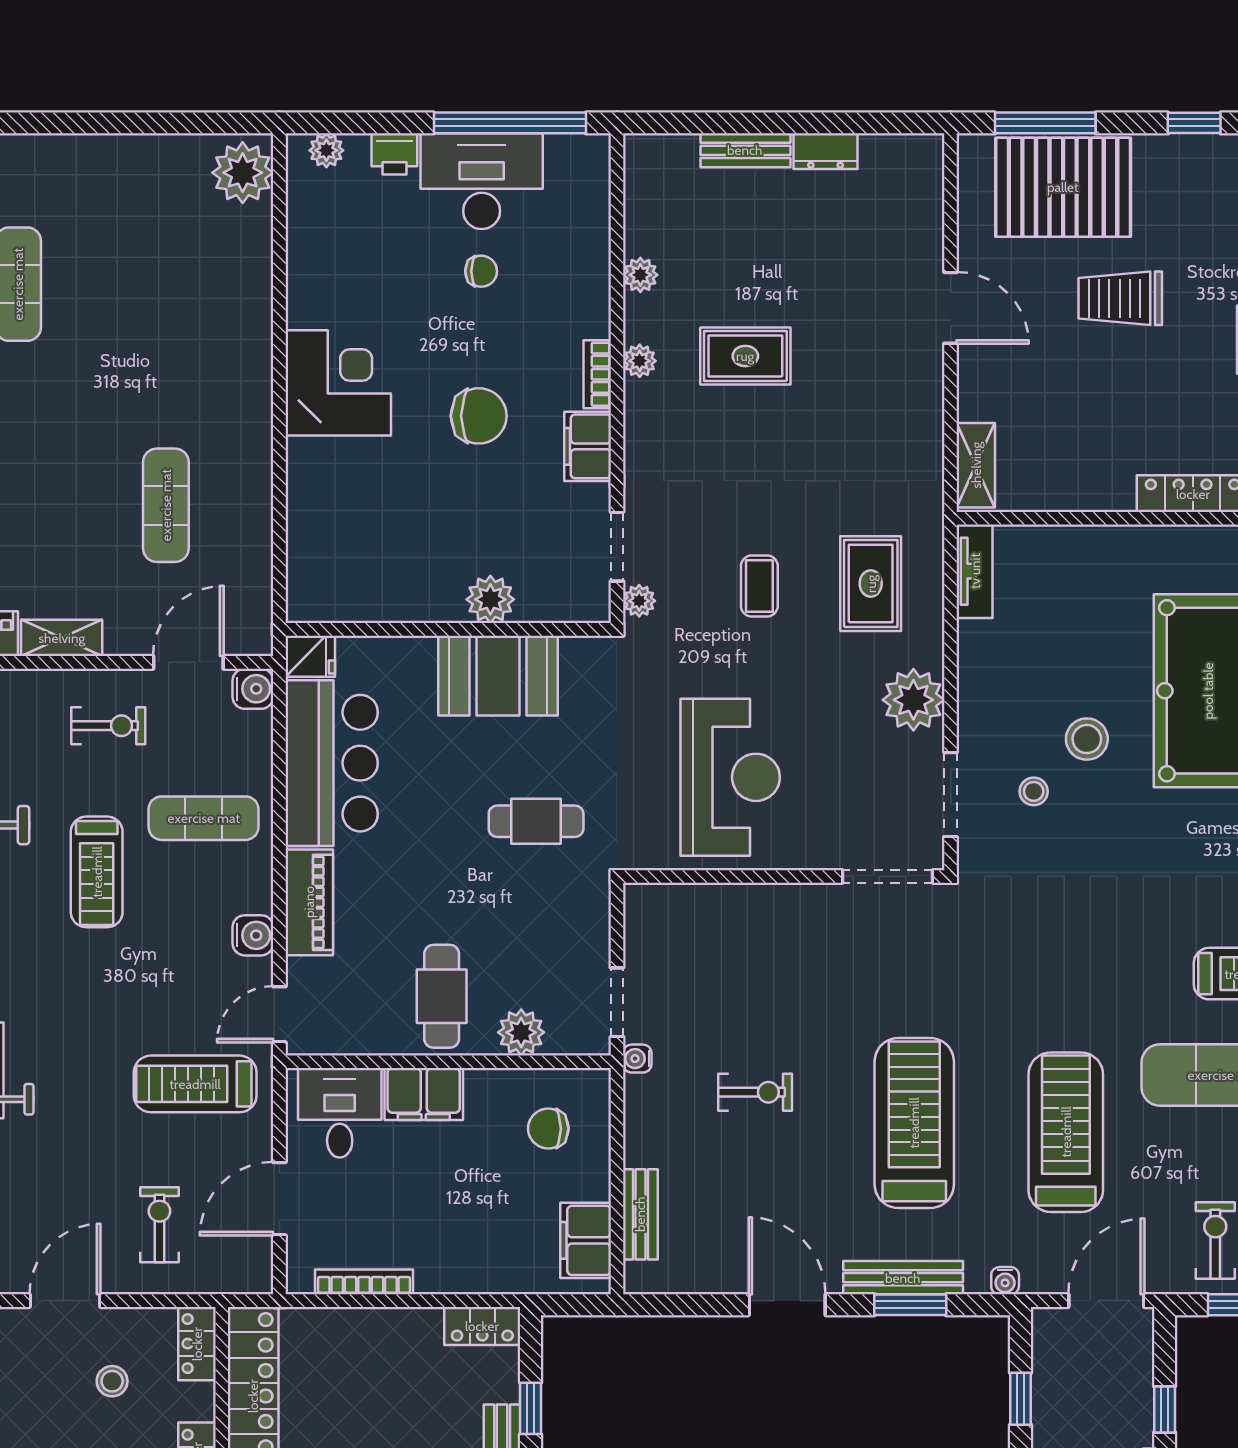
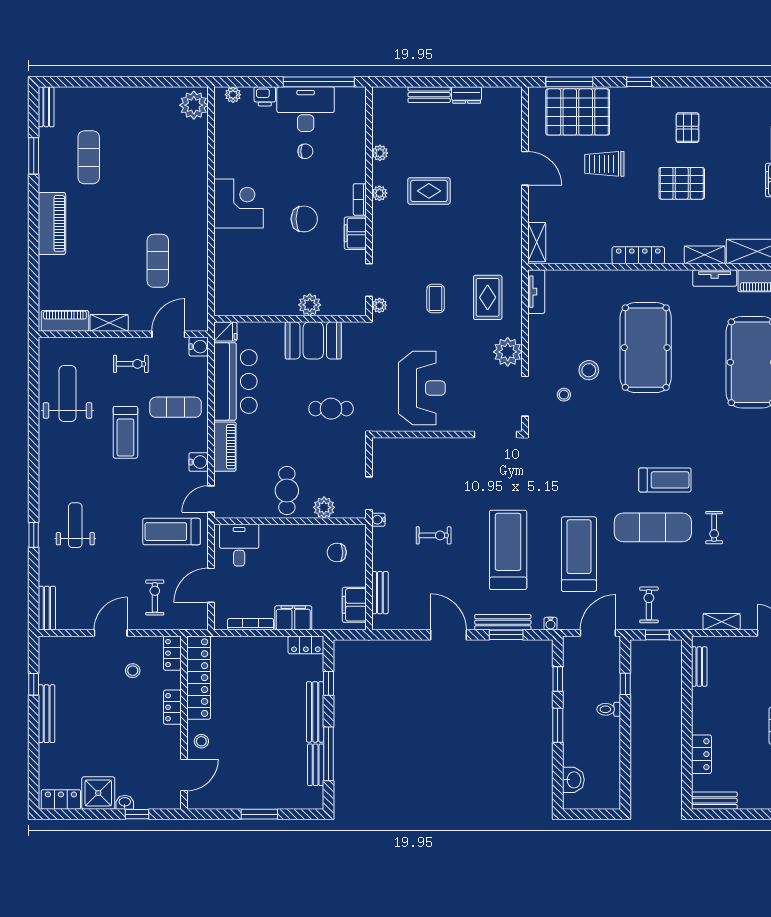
filing cabinet: (424, 1094) -> (293, 618), moved, turned 180

